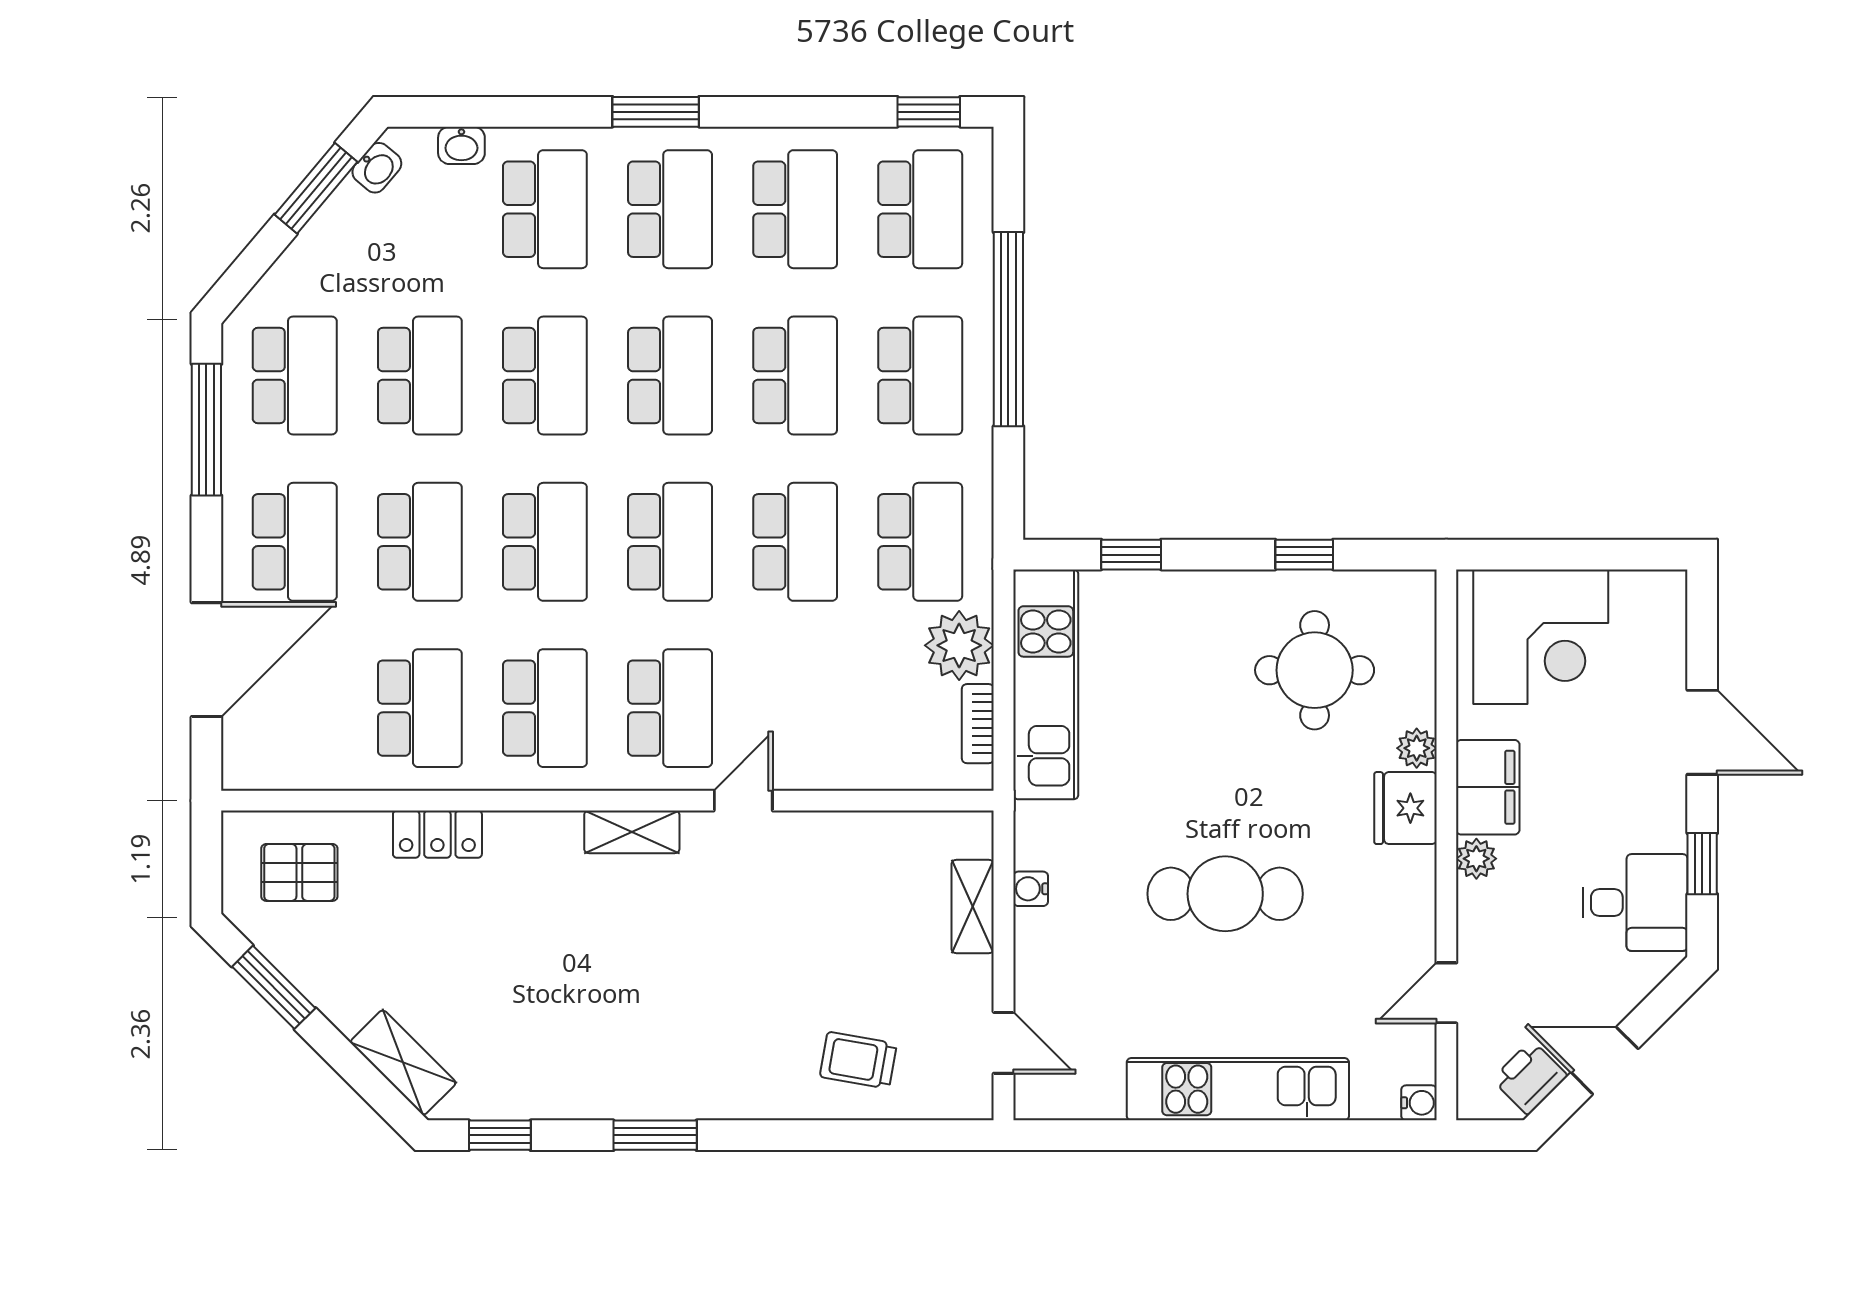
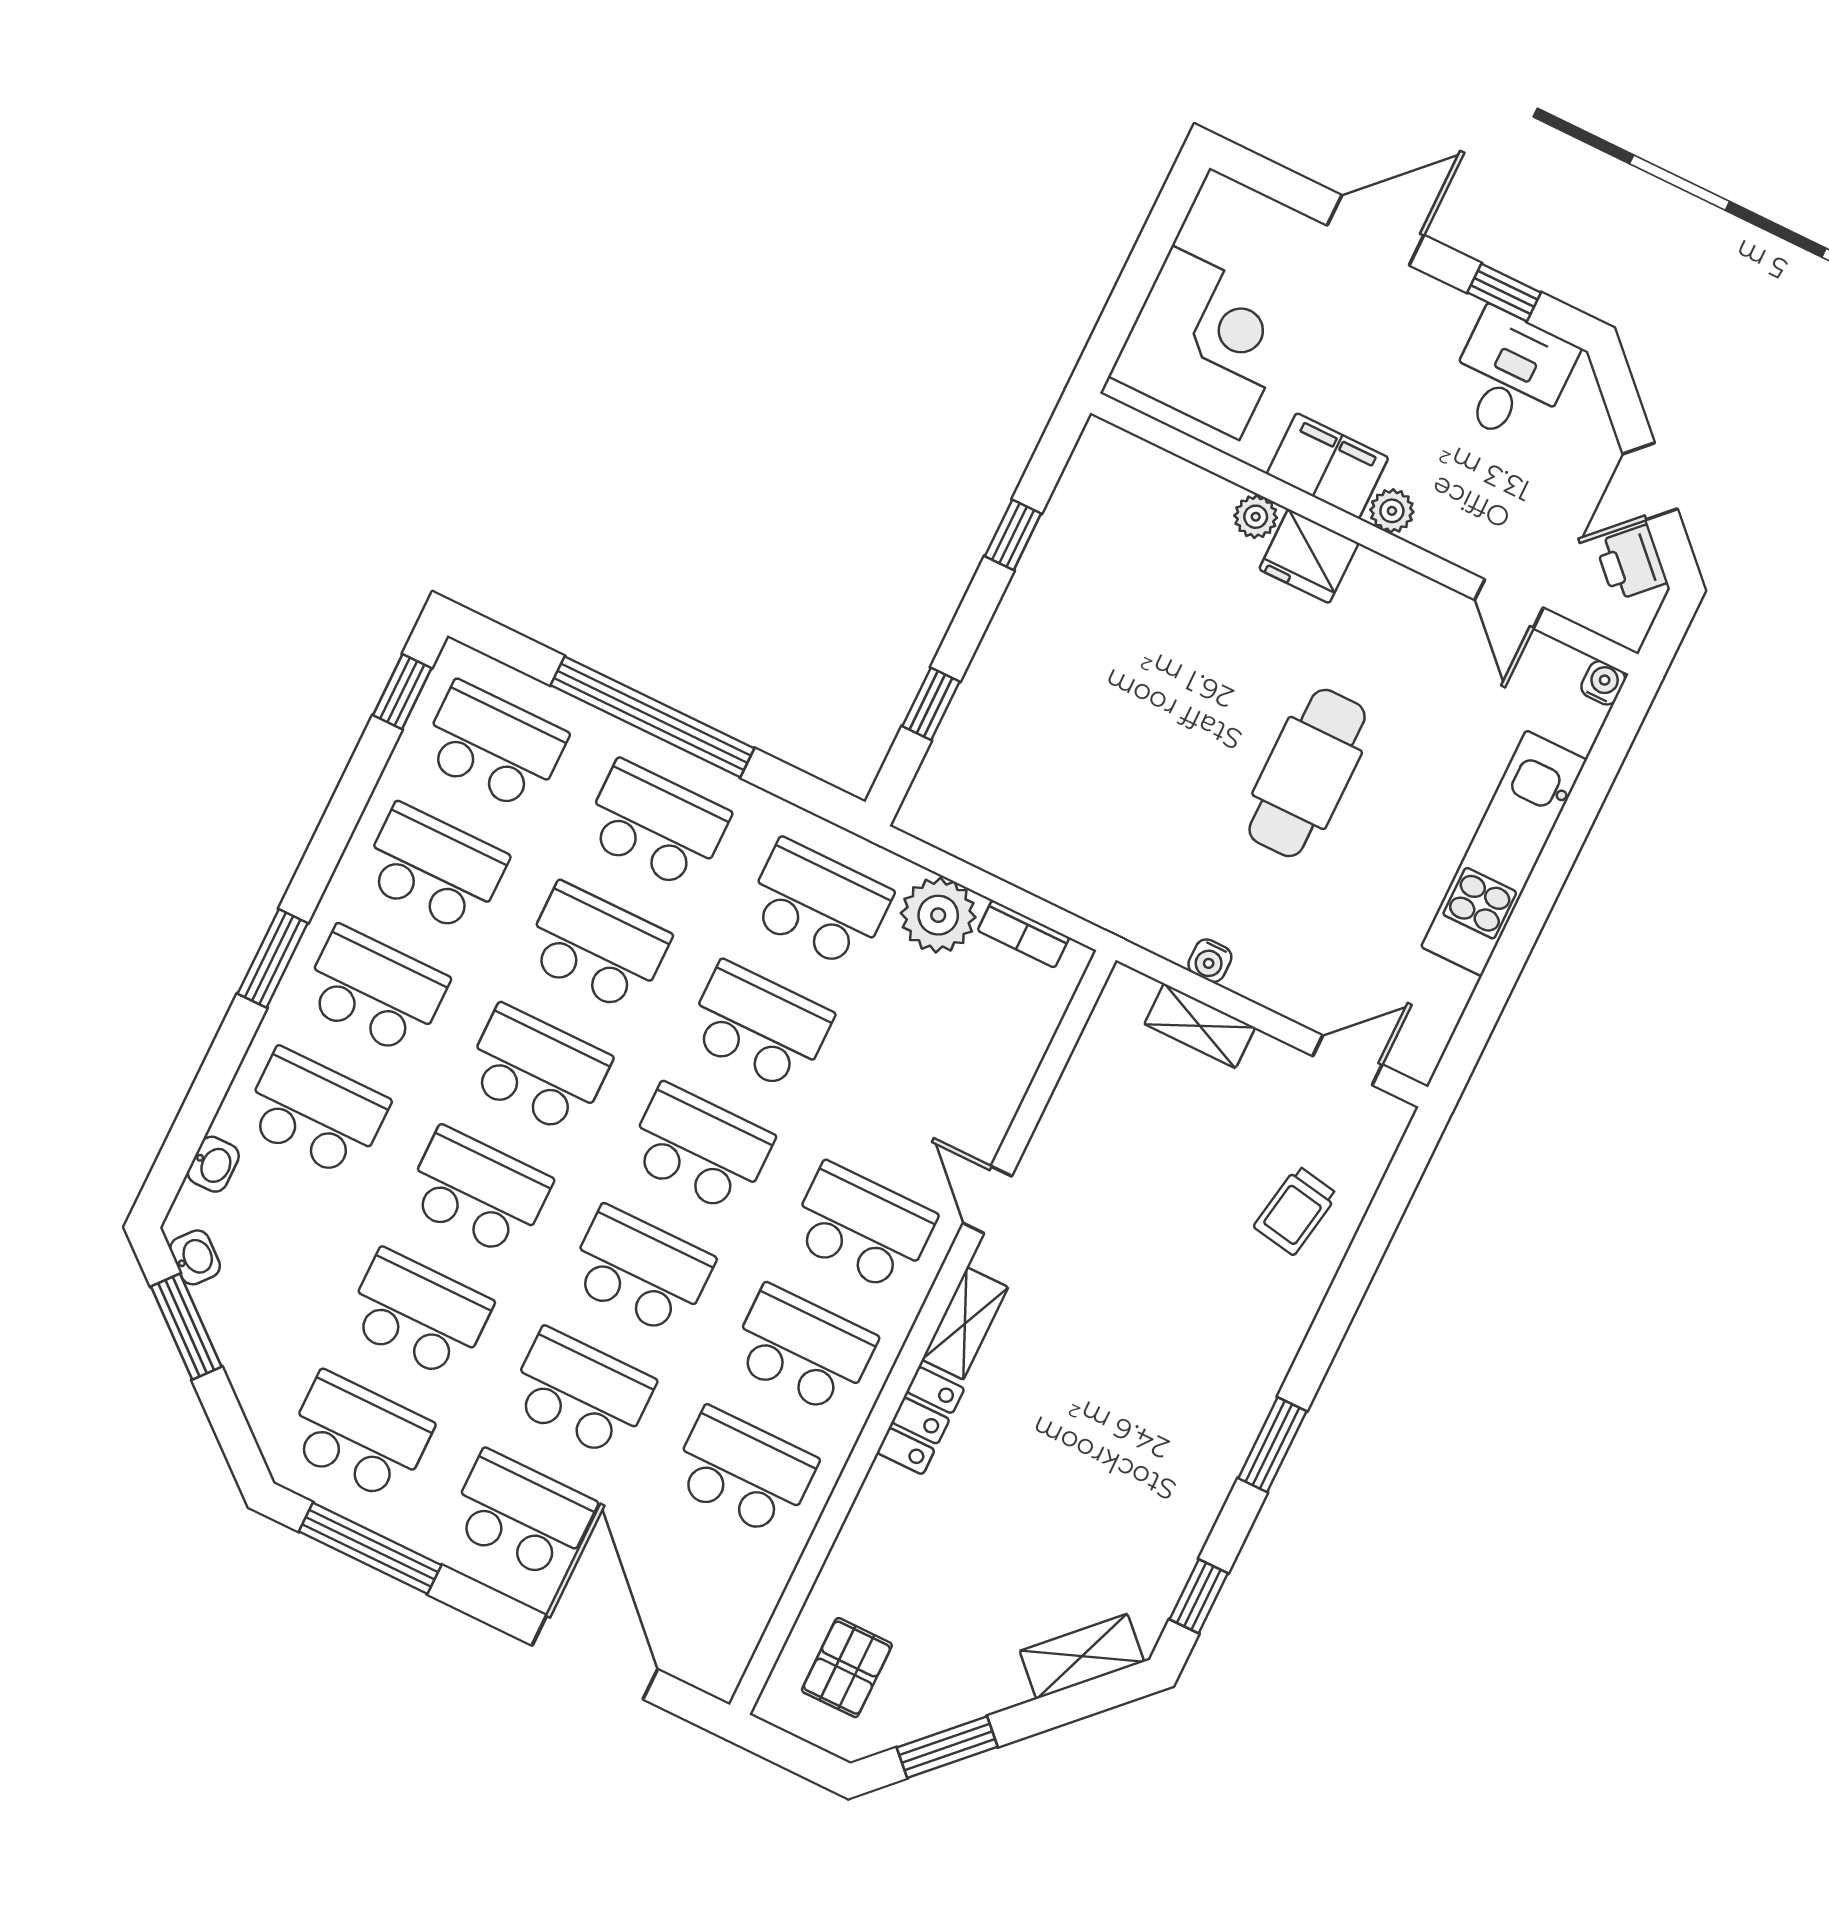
round table: (1315, 670) -> (1131, 580), removed
kitchen unit: (1046, 684) -> (1017, 849), removed
locker: (437, 834) -> (921, 1421), moved

